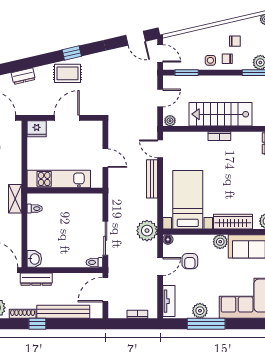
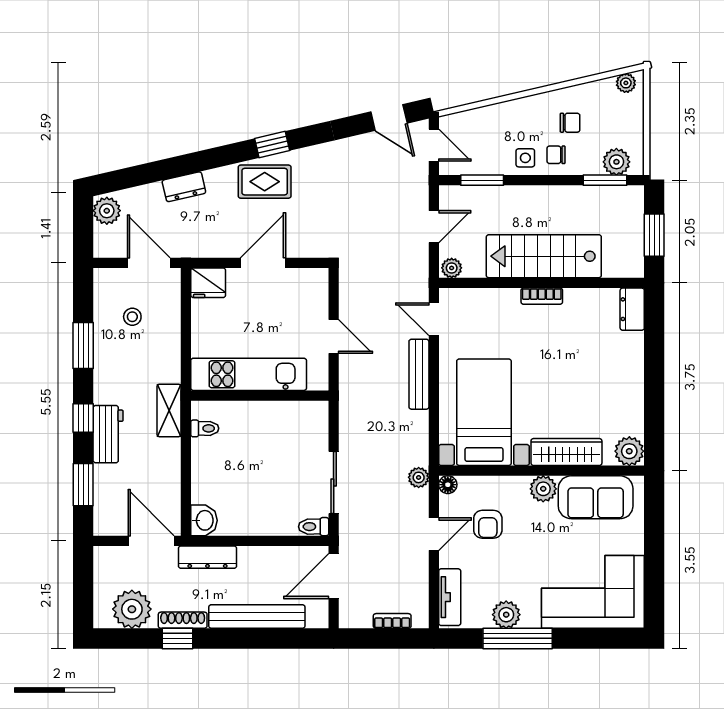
plant: (147, 231) -> (419, 477), width x0.53, depth x0.53
window: (37, 324) -> (177, 638), moved

